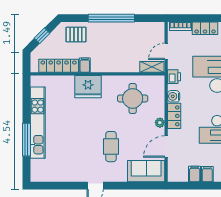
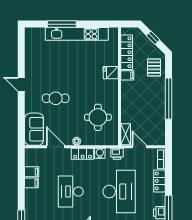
fridge: (88, 87) -> (111, 73), width x0.53, depth x0.75

